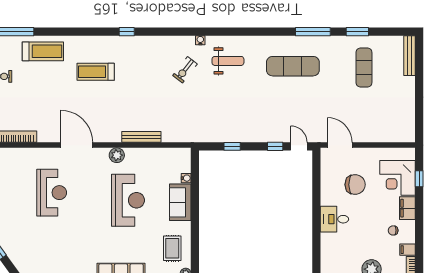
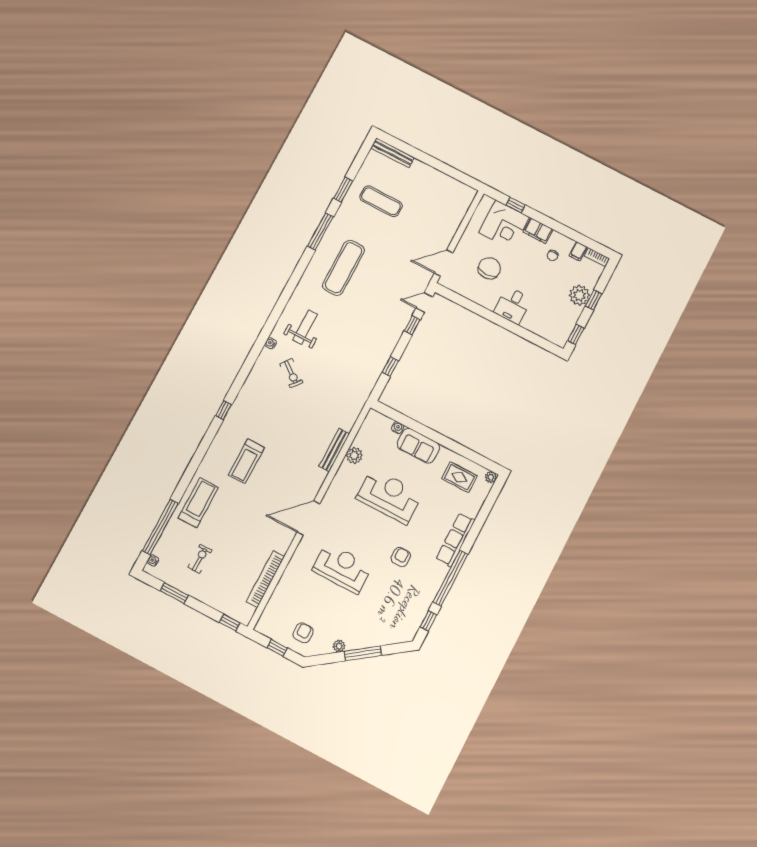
plant: (117, 155) -> (354, 455), moved
armchair: (84, 235) -> (401, 557), added

